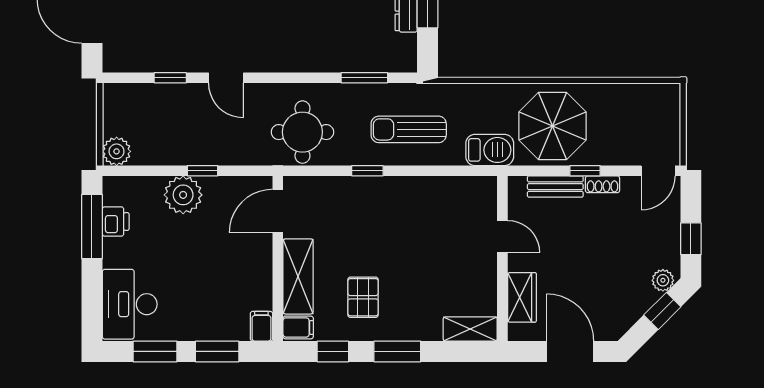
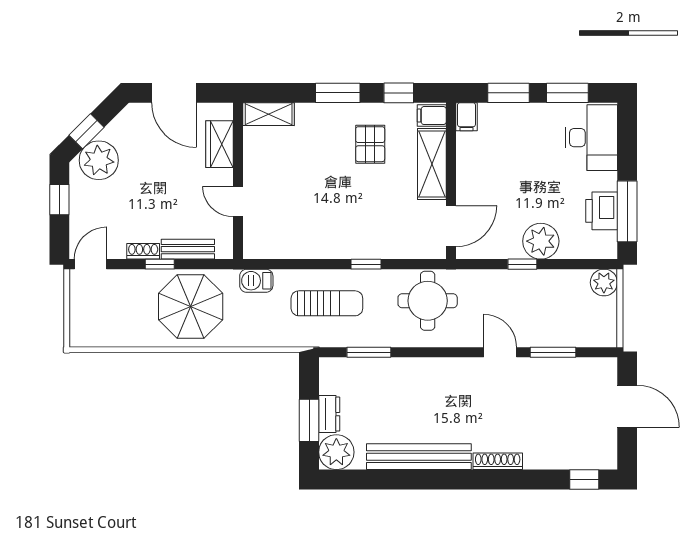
window: (170, 78) -> (553, 352), width x1.50
barbecue: (490, 150) -> (256, 281), width x0.73, depth x0.79
printer: (116, 221) -> (602, 211), width x1.36, depth x1.24
plant: (663, 280) -> (99, 160), width x1.88, depth x1.88

